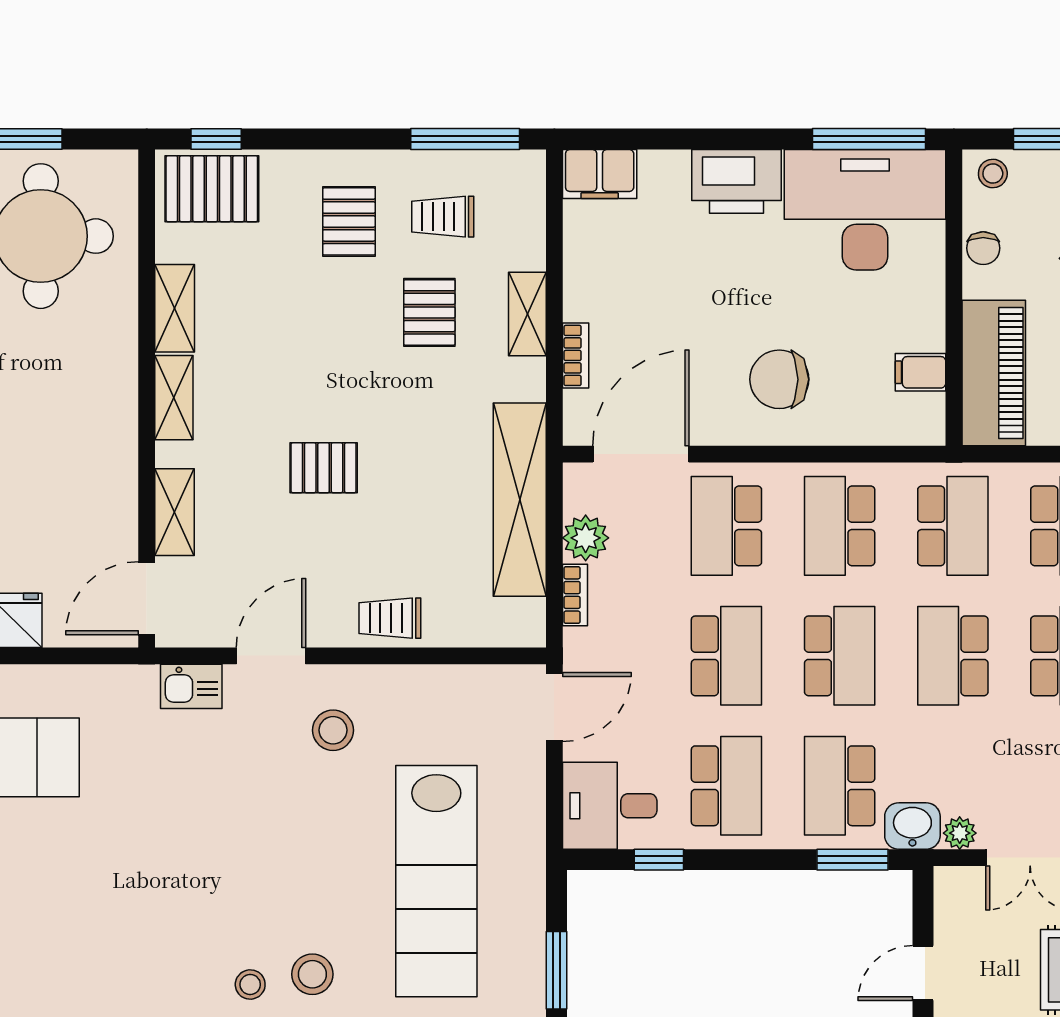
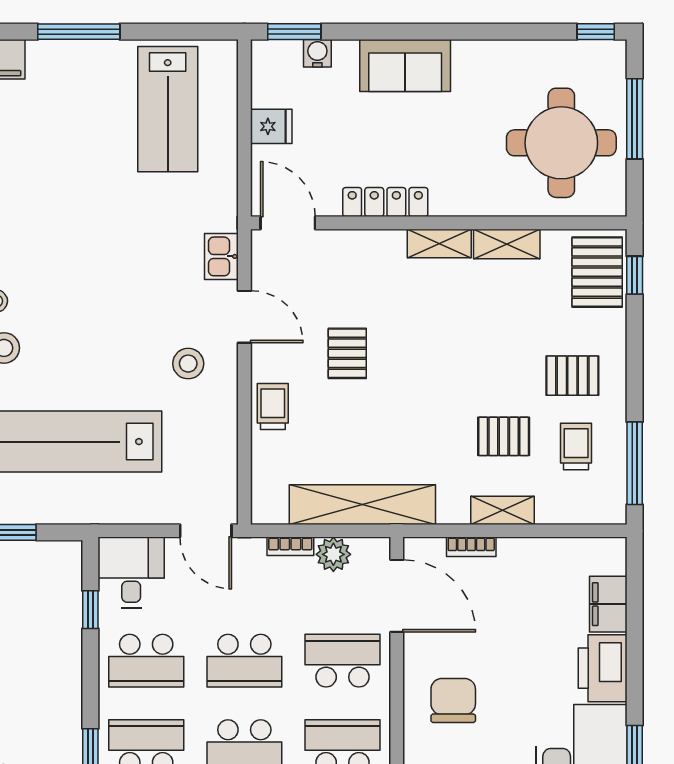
filing cabinet: (600, 174) -> (608, 604), moved
pallet: (324, 468) -> (347, 353), moved
locker: (119, 469) -> (385, 202), added
shelving: (175, 512) -> (353, 244), removed

